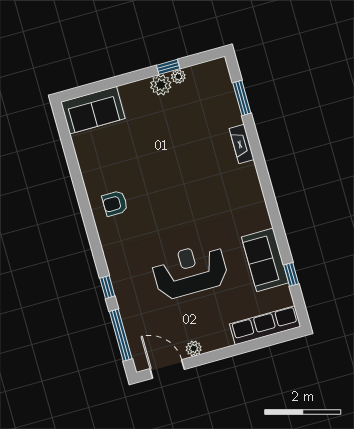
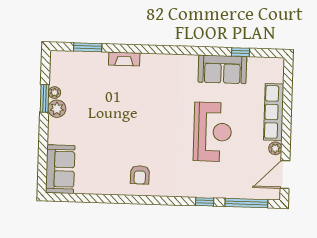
window: (168, 67) -> (44, 98), width x1.50
reception desk: (190, 271) -> (213, 132), turned 180
row of seats: (265, 325) -> (274, 112), moved

